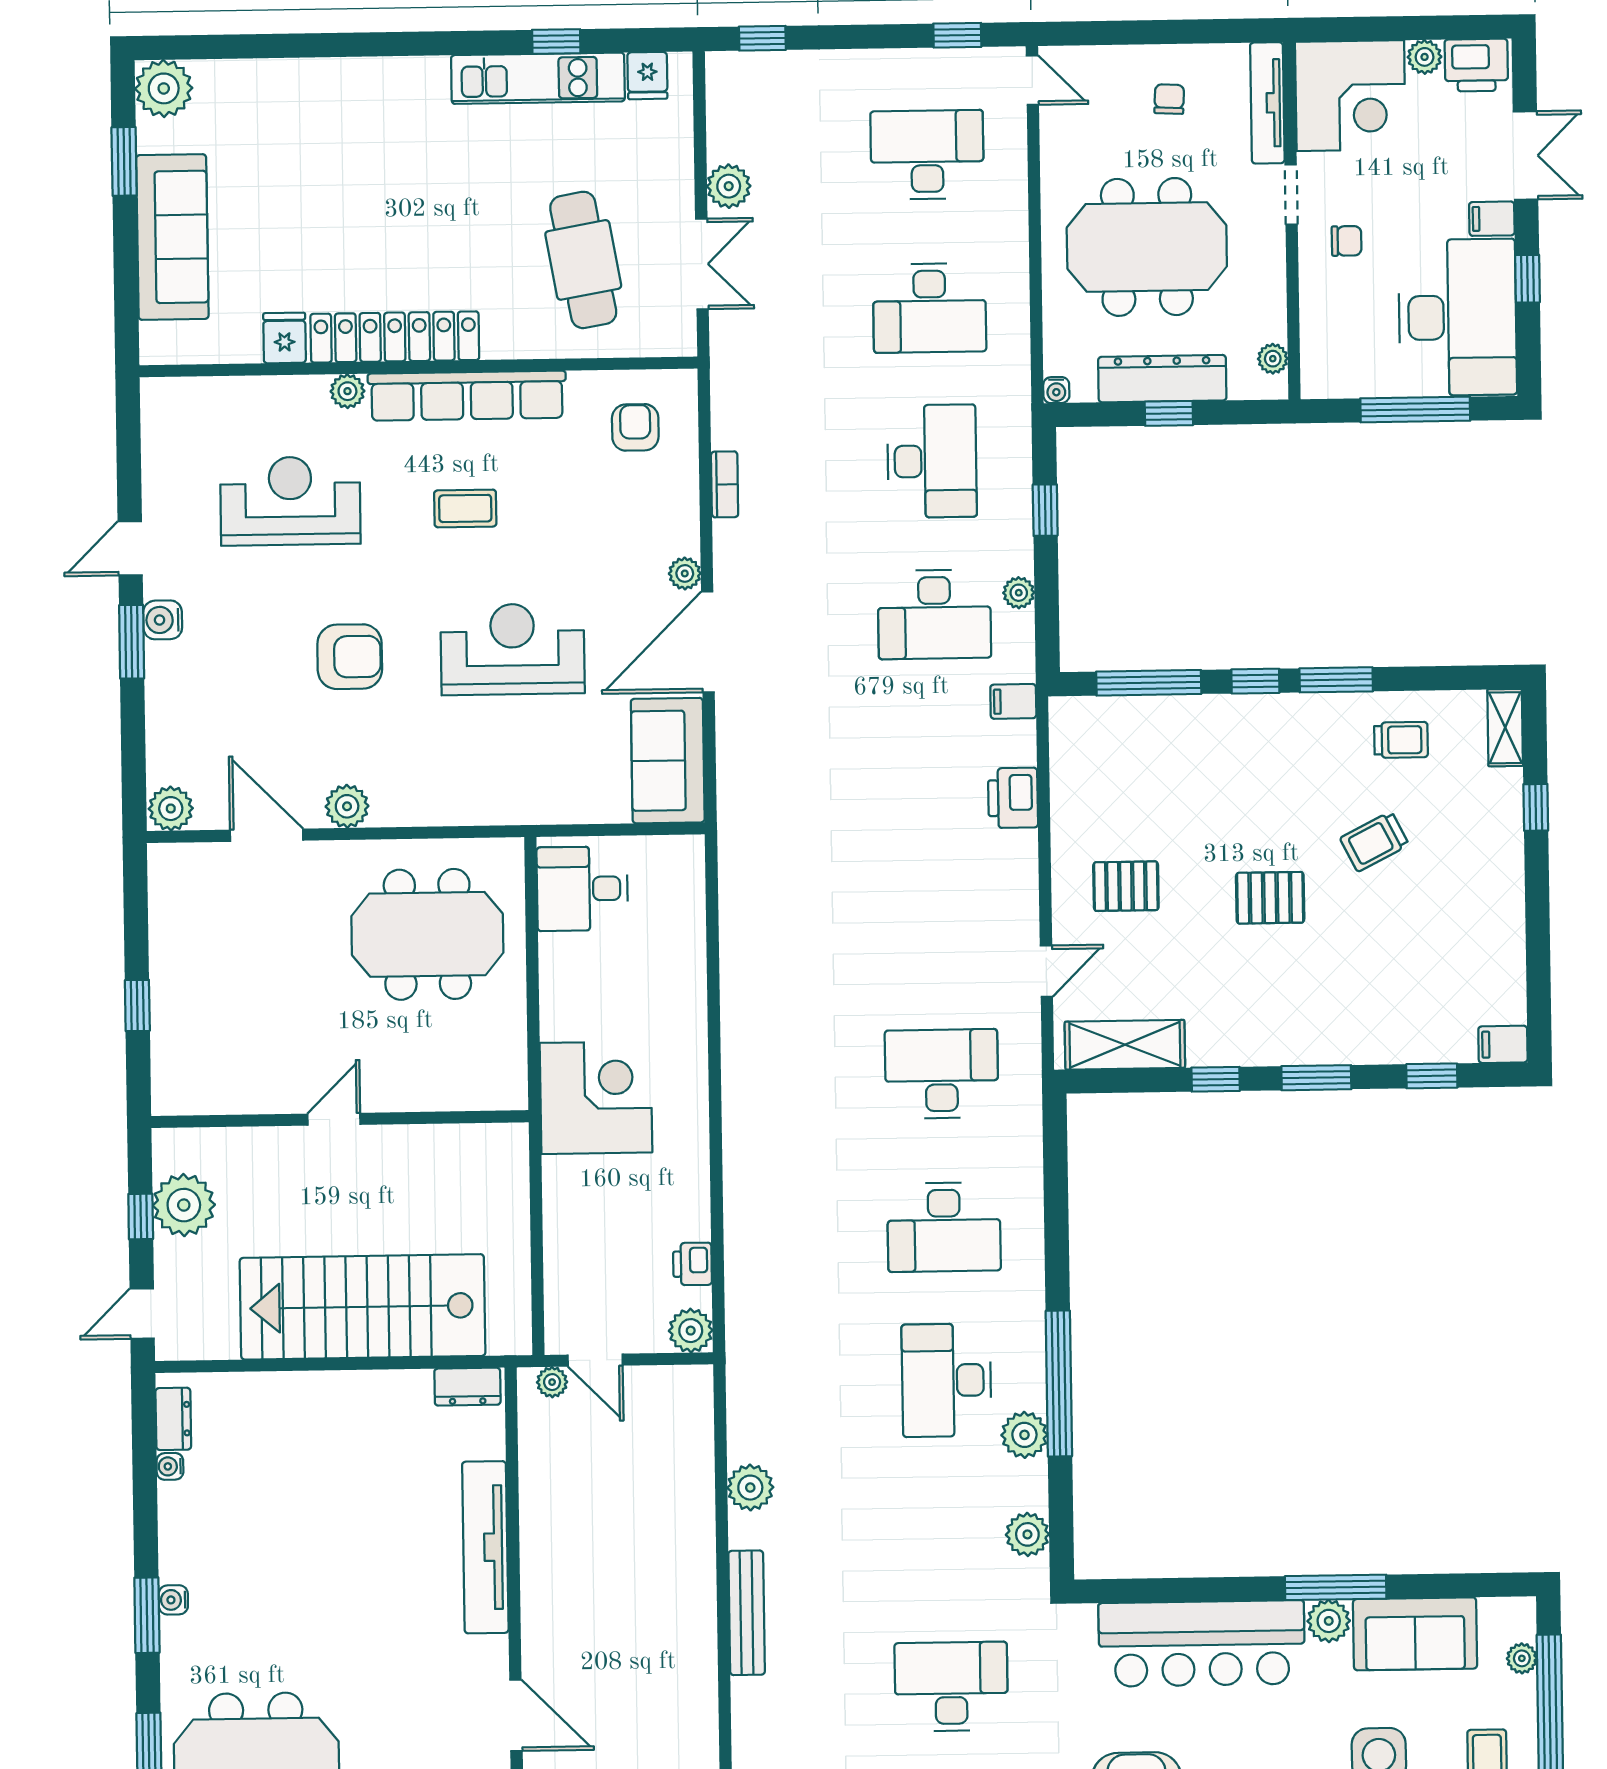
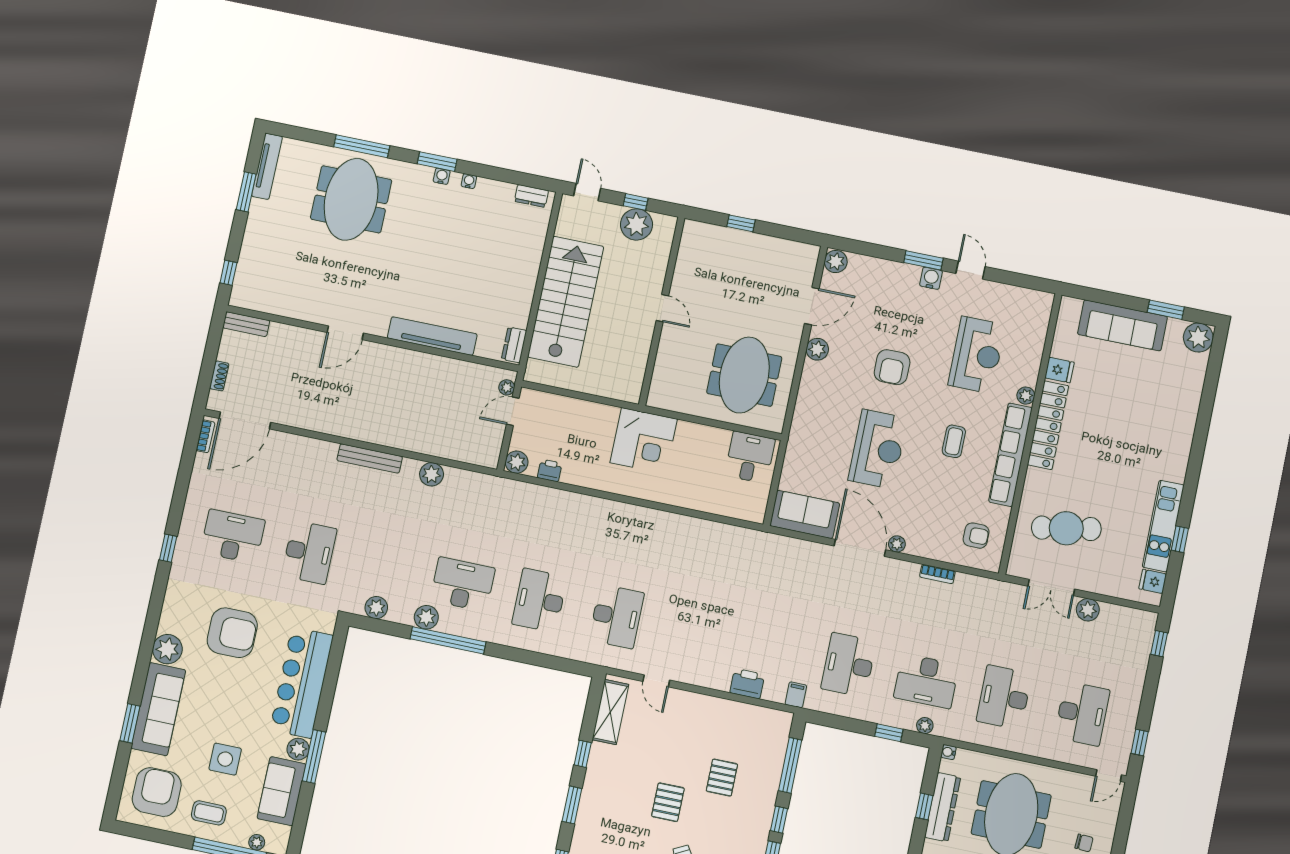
plant: (1019, 593) -> (925, 726), moved
pallet: (1126, 886) -> (722, 778), moved
water cooler: (170, 1466) -> (469, 181), moved

